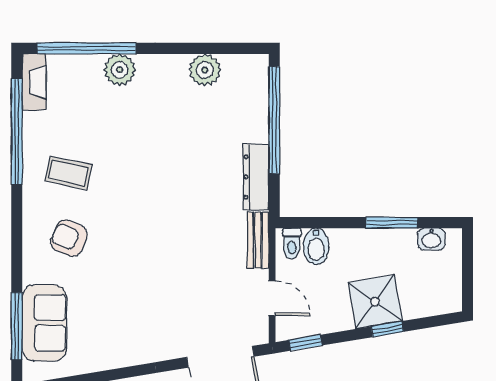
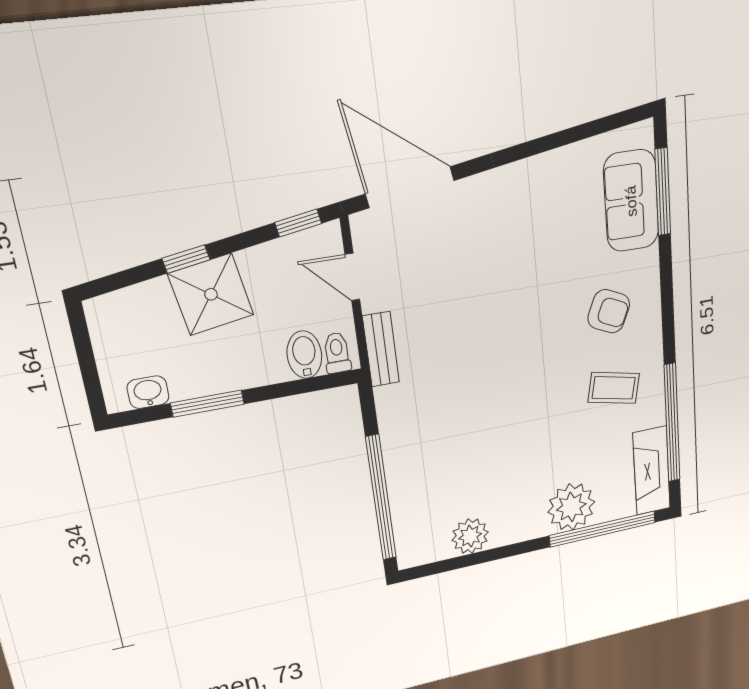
plant: (120, 70) -> (571, 507), width x1.36, depth x1.36
fireplace: (34, 82) -> (652, 471), width x1.37, depth x1.32
dresser: (256, 177) -> (394, 426), removed

